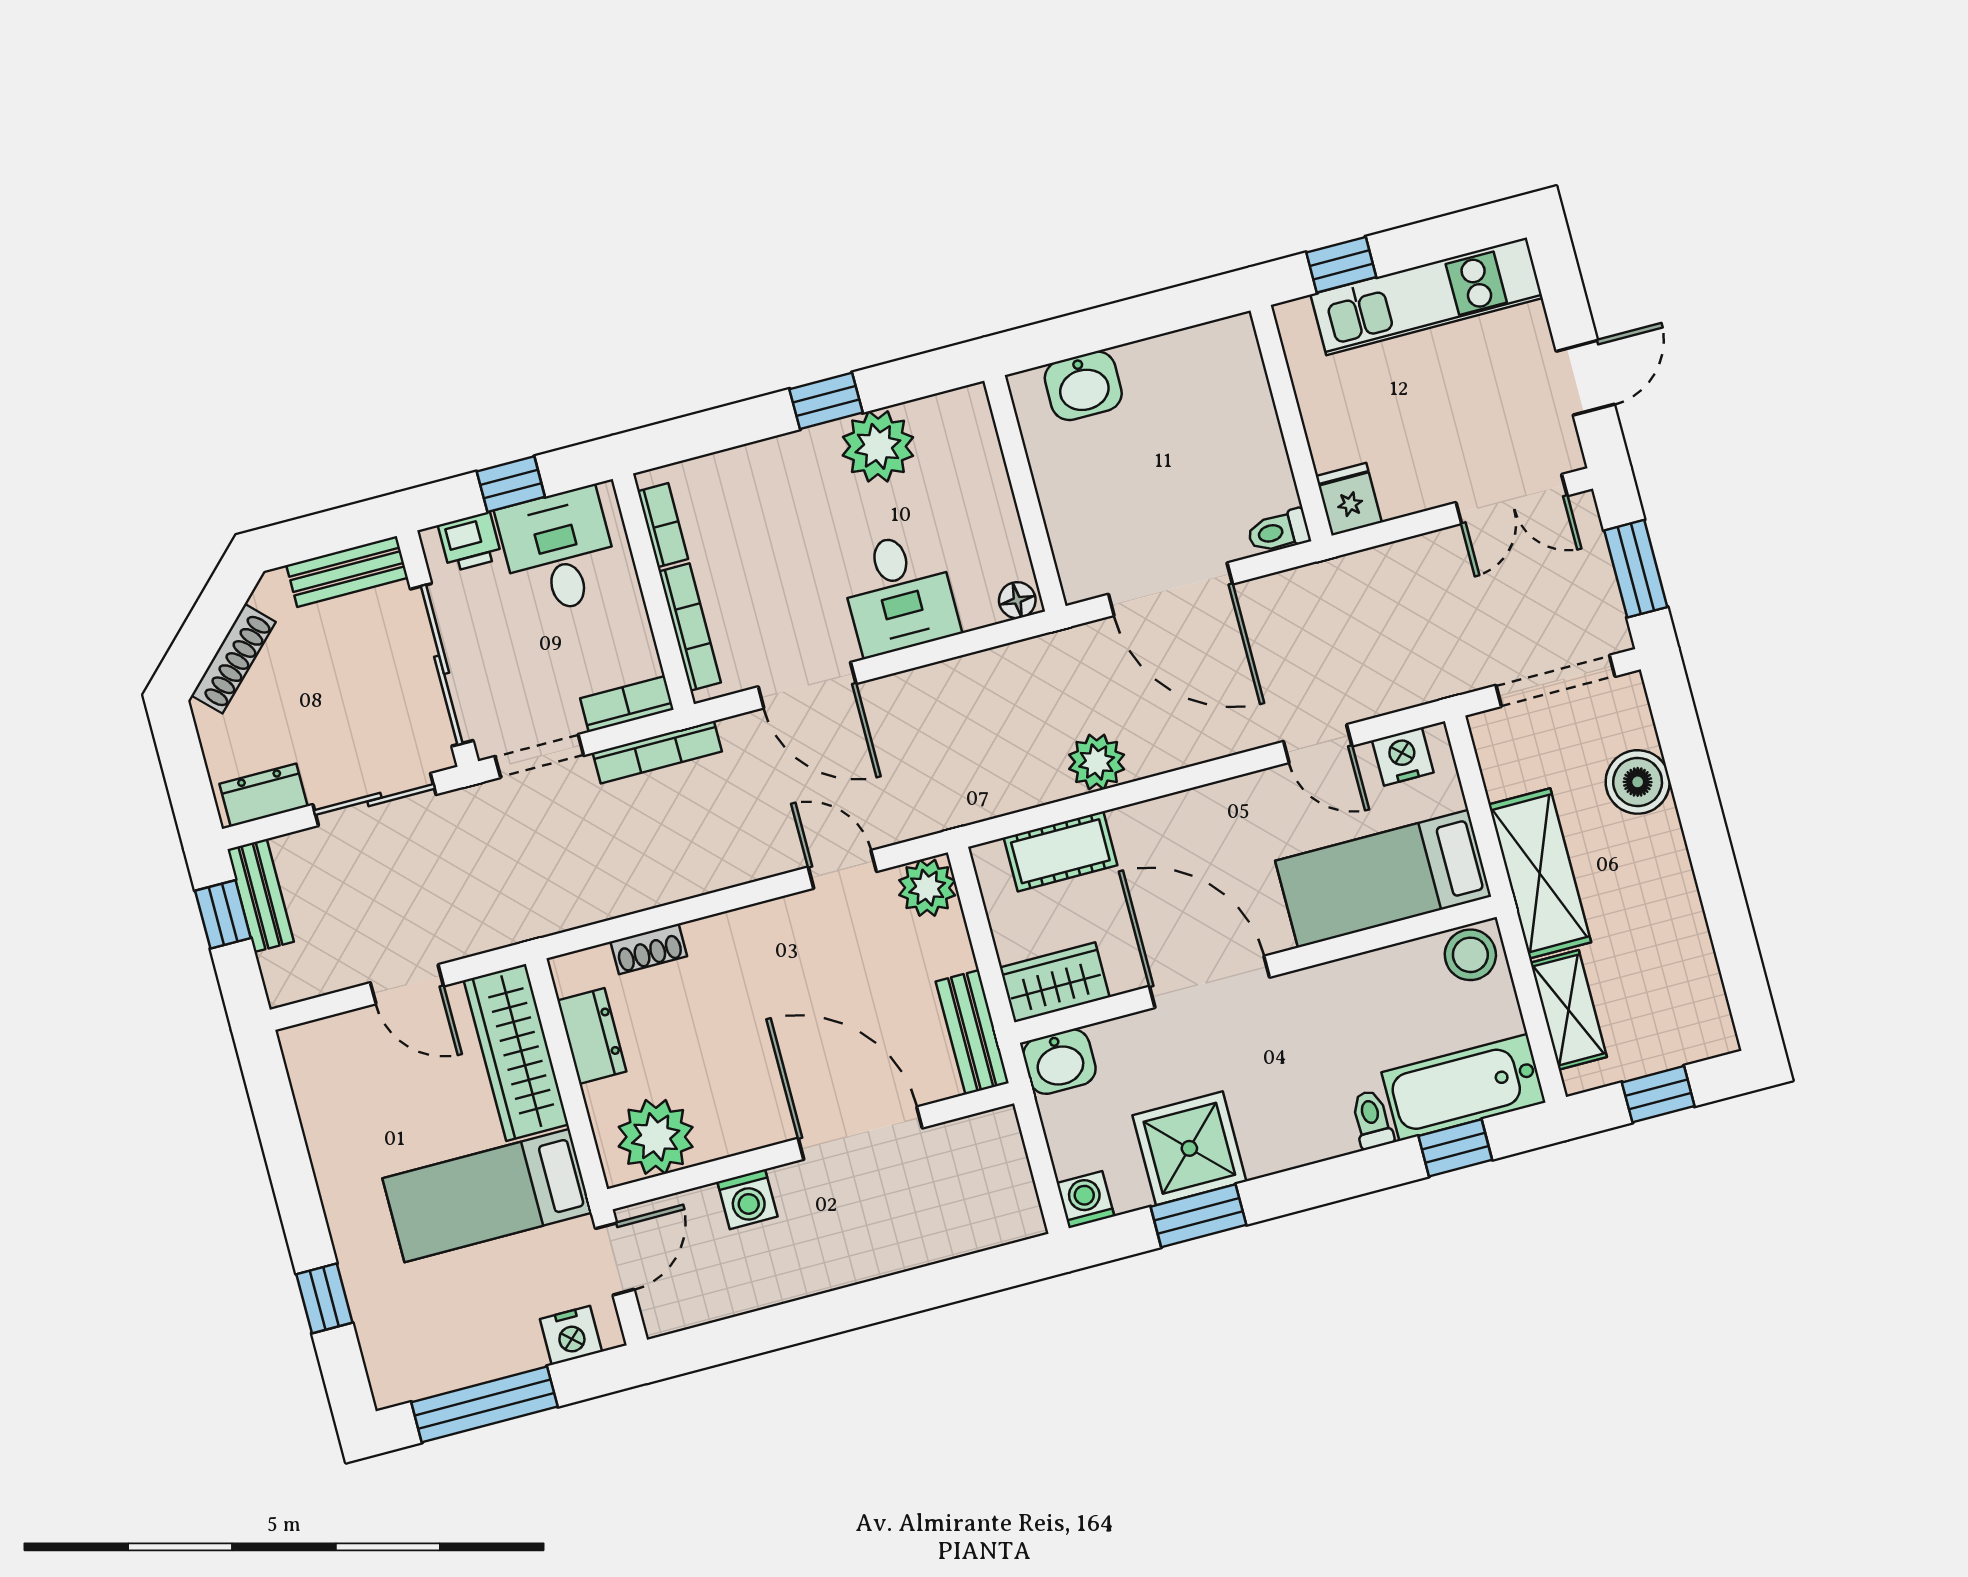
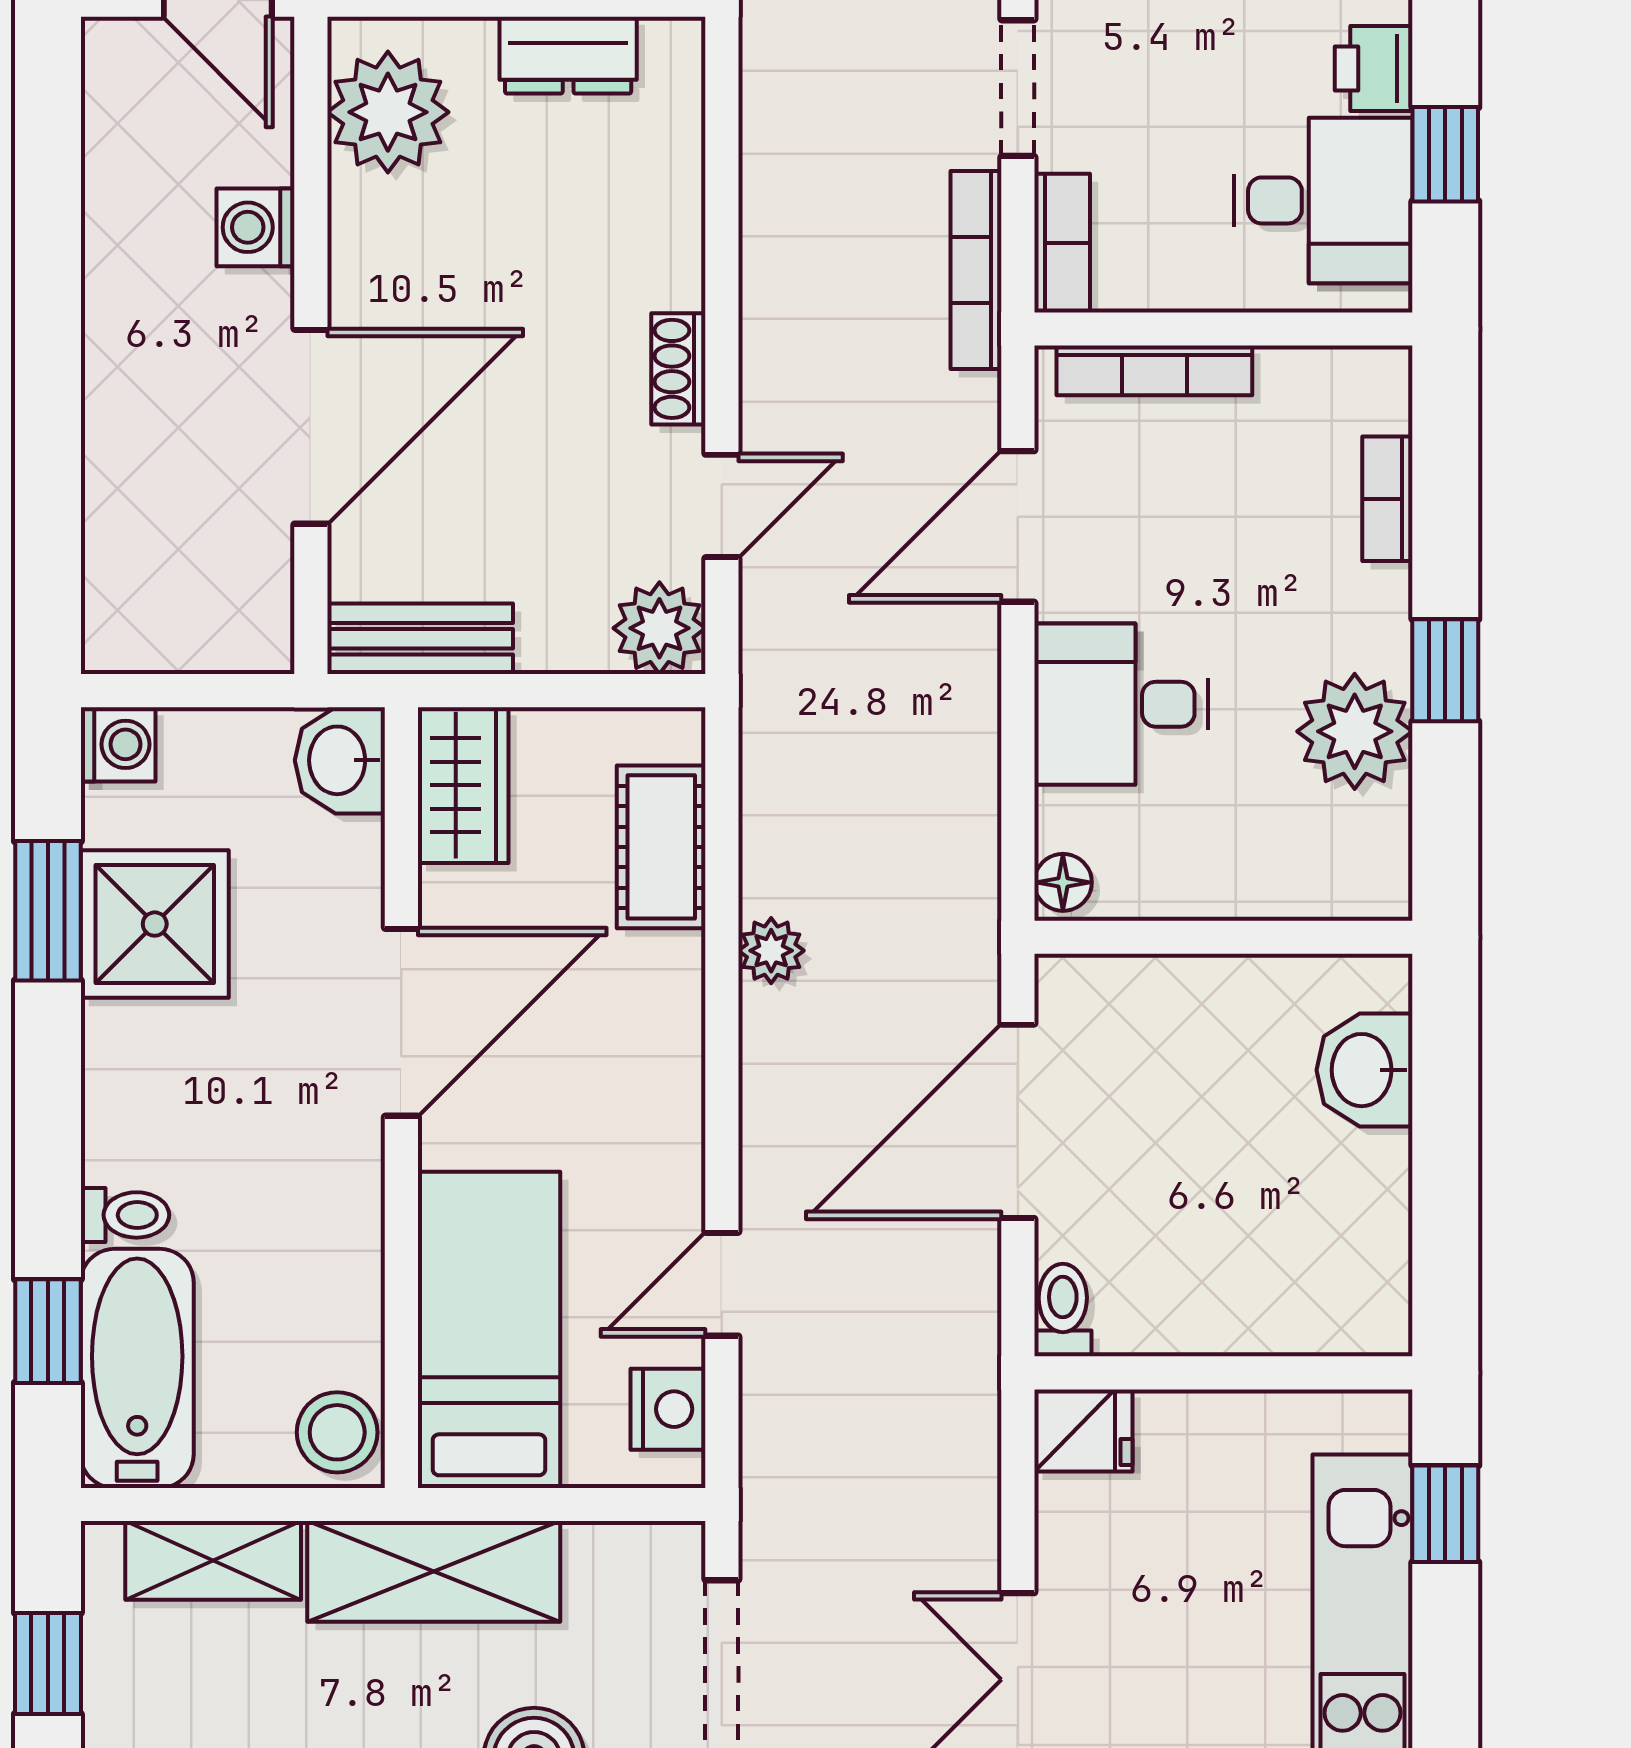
bookcase: (663, 525) -> (1387, 499), moved, turned 90
plant: (1097, 762) -> (771, 951), width x0.73, depth x0.73
shoe rack: (649, 949) -> (678, 369), moved

